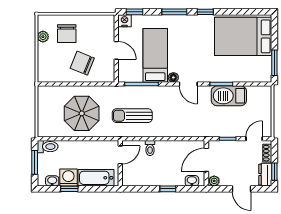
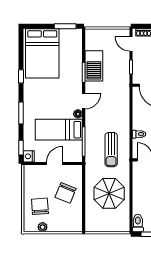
window: (205, 12) -> (21, 76), moved
chair: (67, 34) -> (40, 206), turned -94

